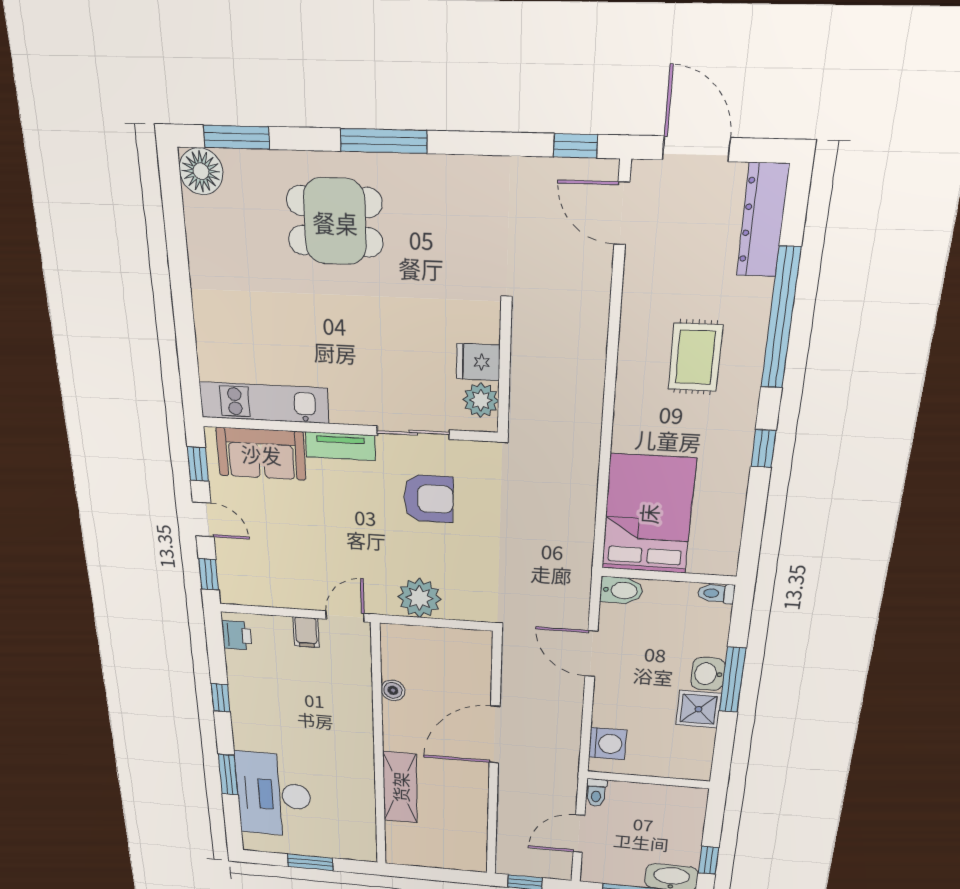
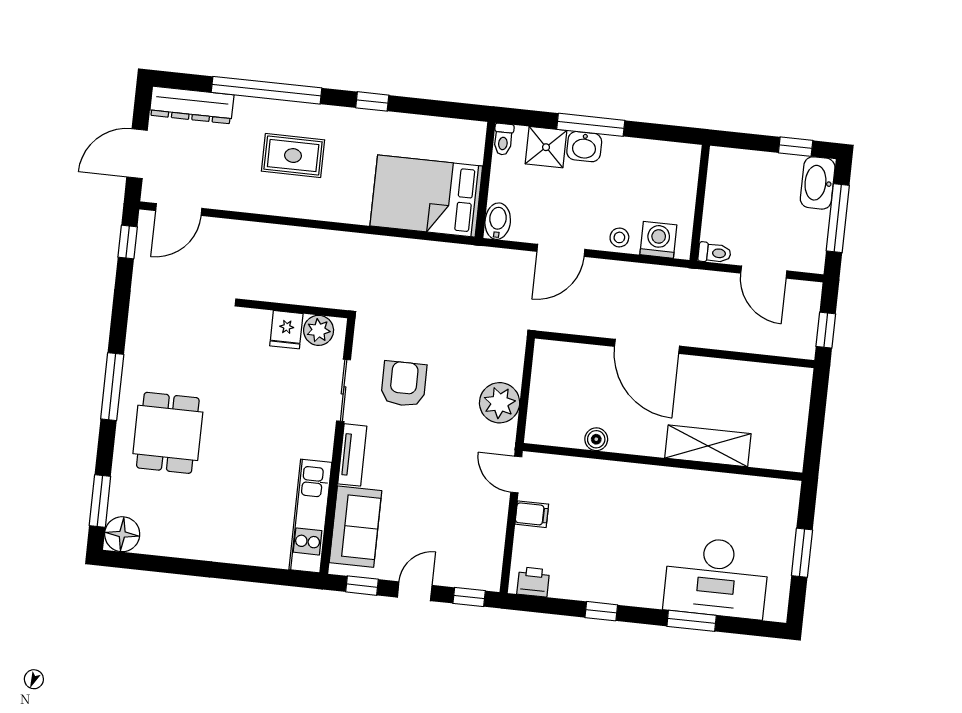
stool: (608, 708) -> (619, 237), added
shower: (698, 709) -> (546, 147), moved

